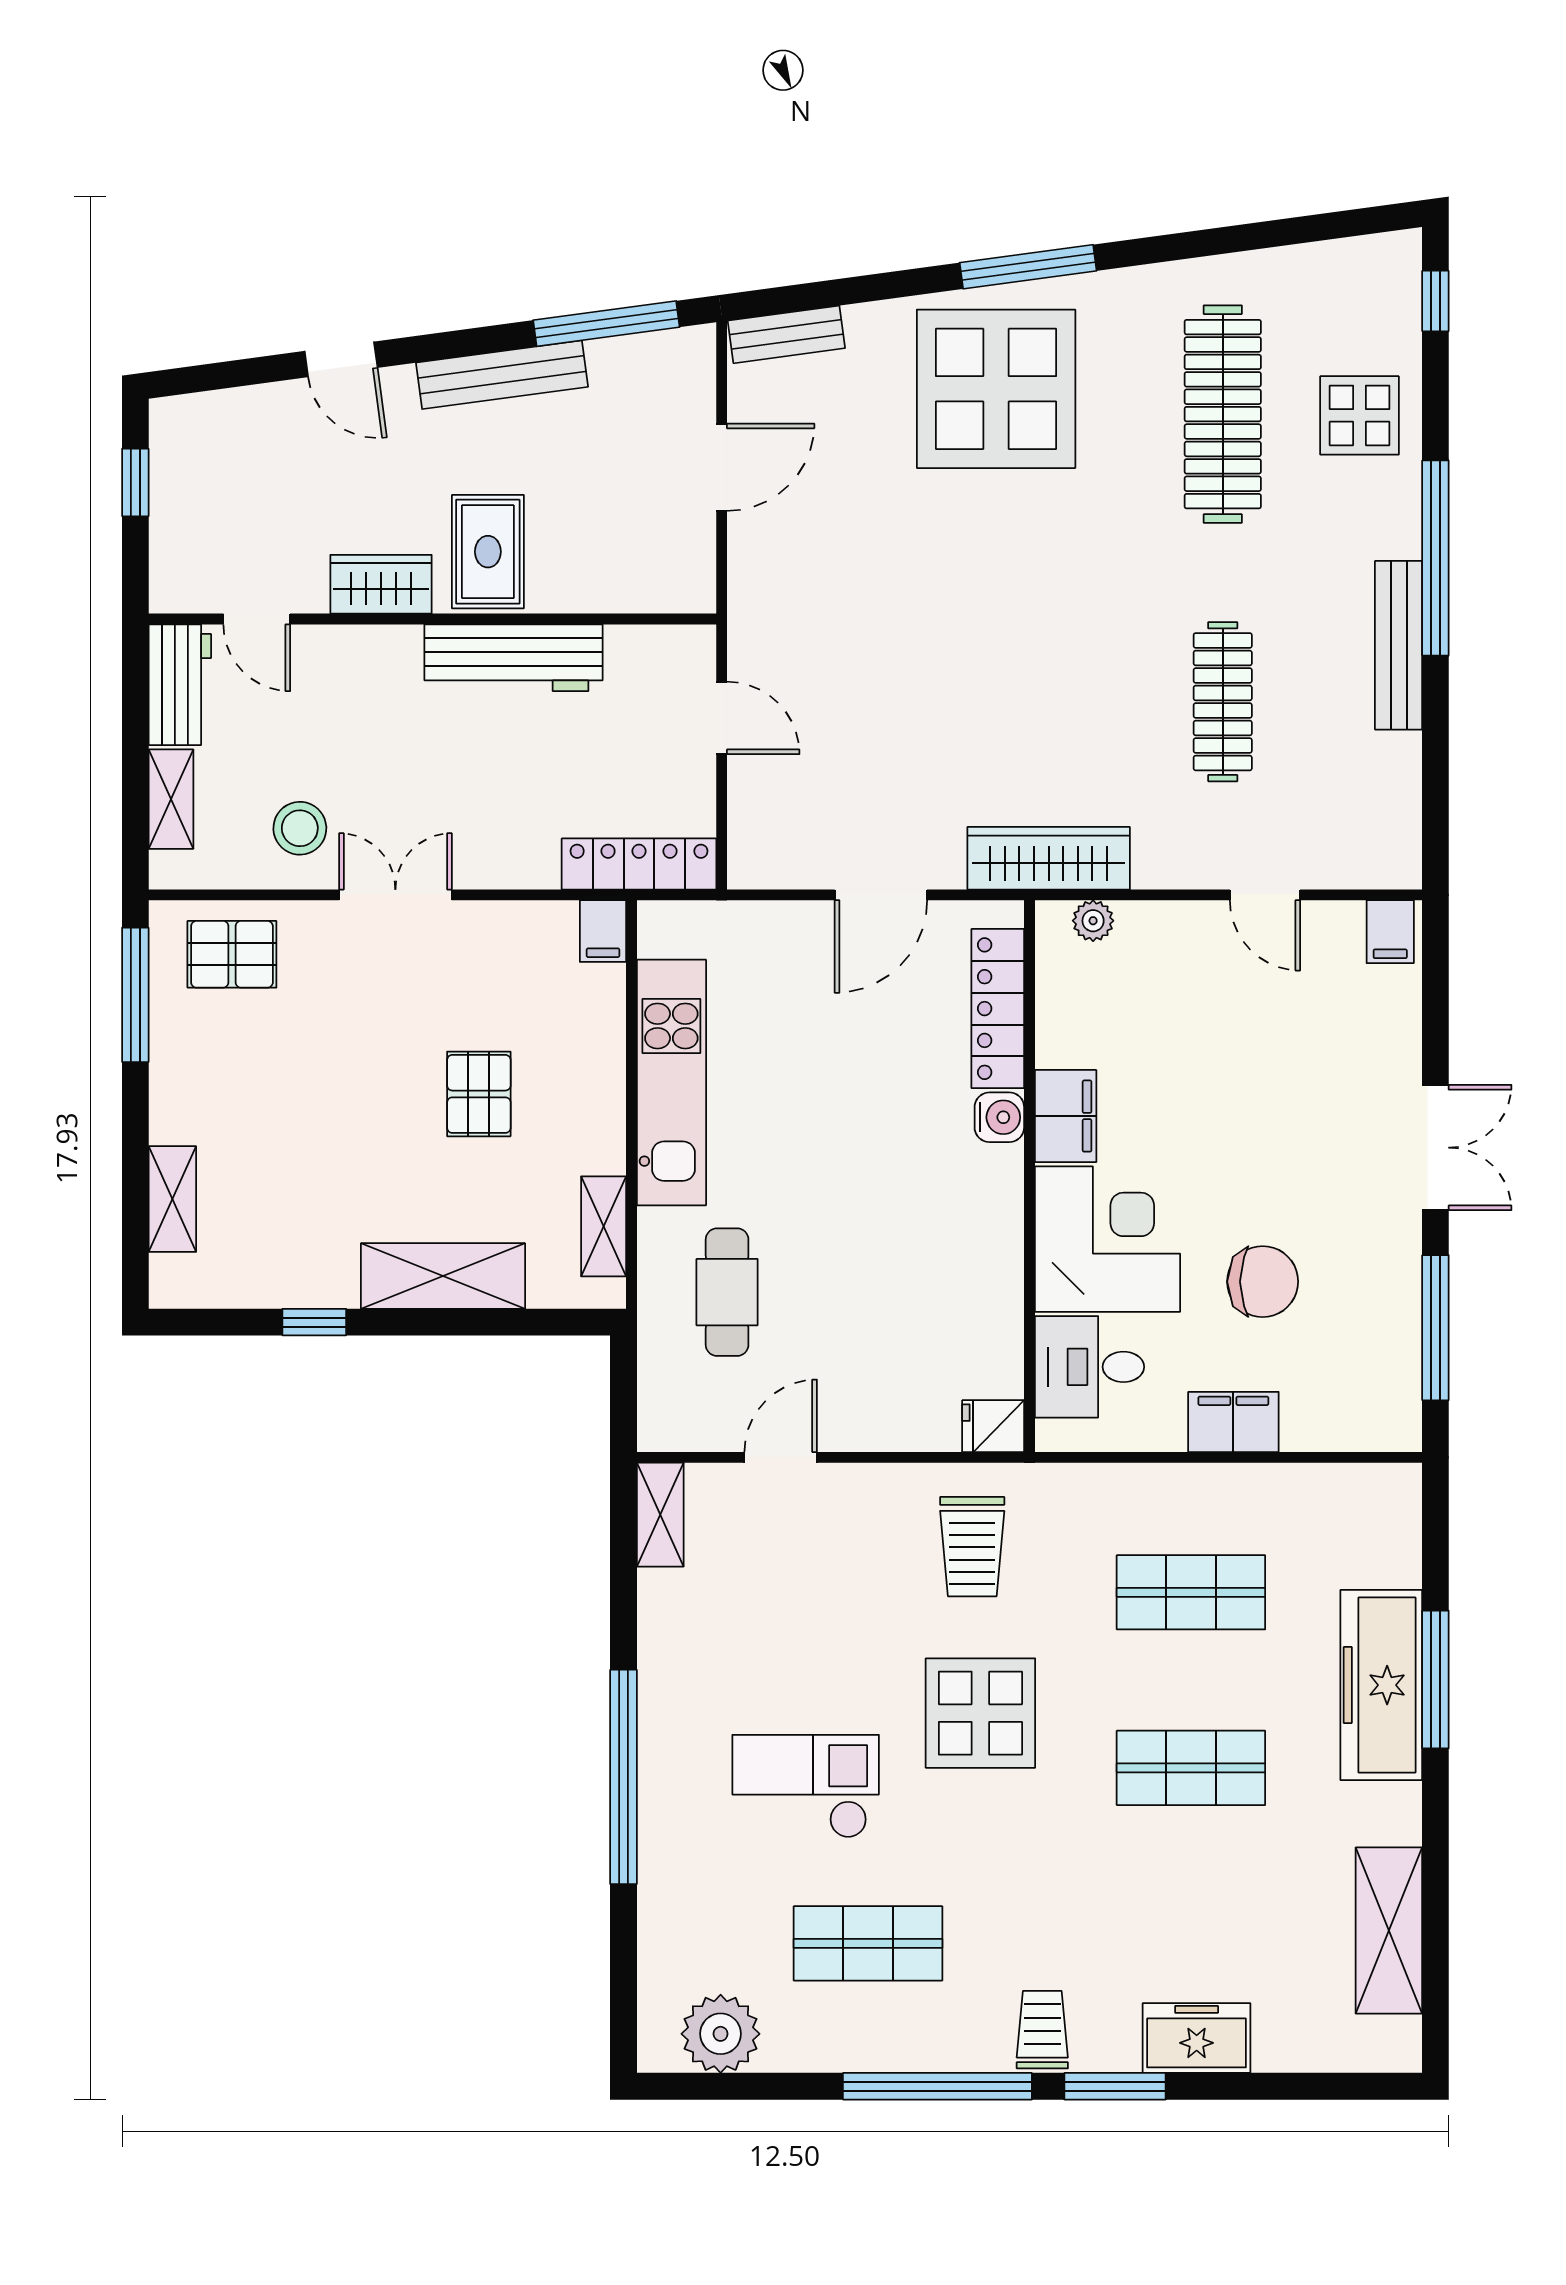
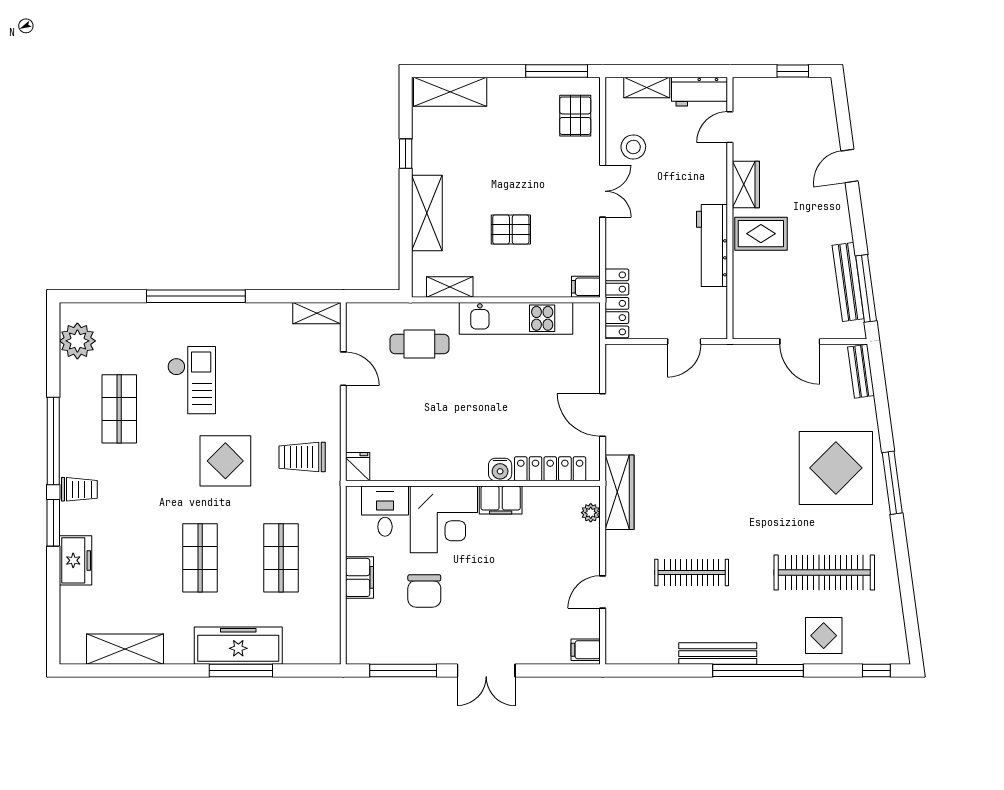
bench: (502, 375) -> (848, 282), moved
shelving: (172, 1199) -> (450, 92), width x1.50, depth x1.33

